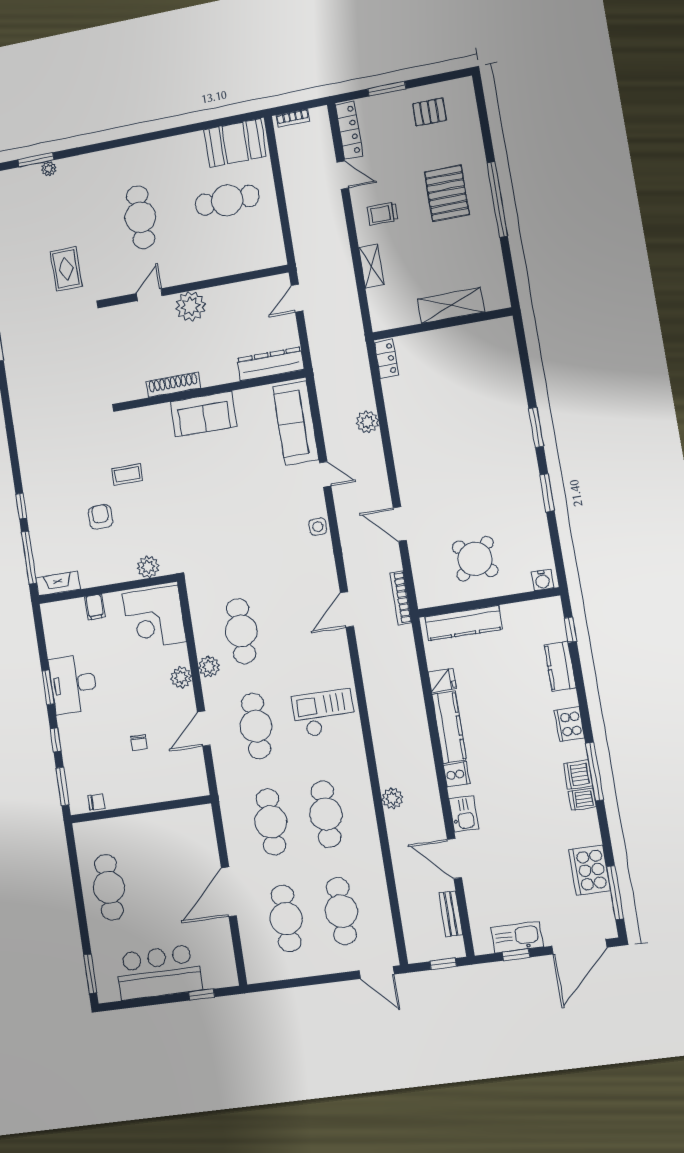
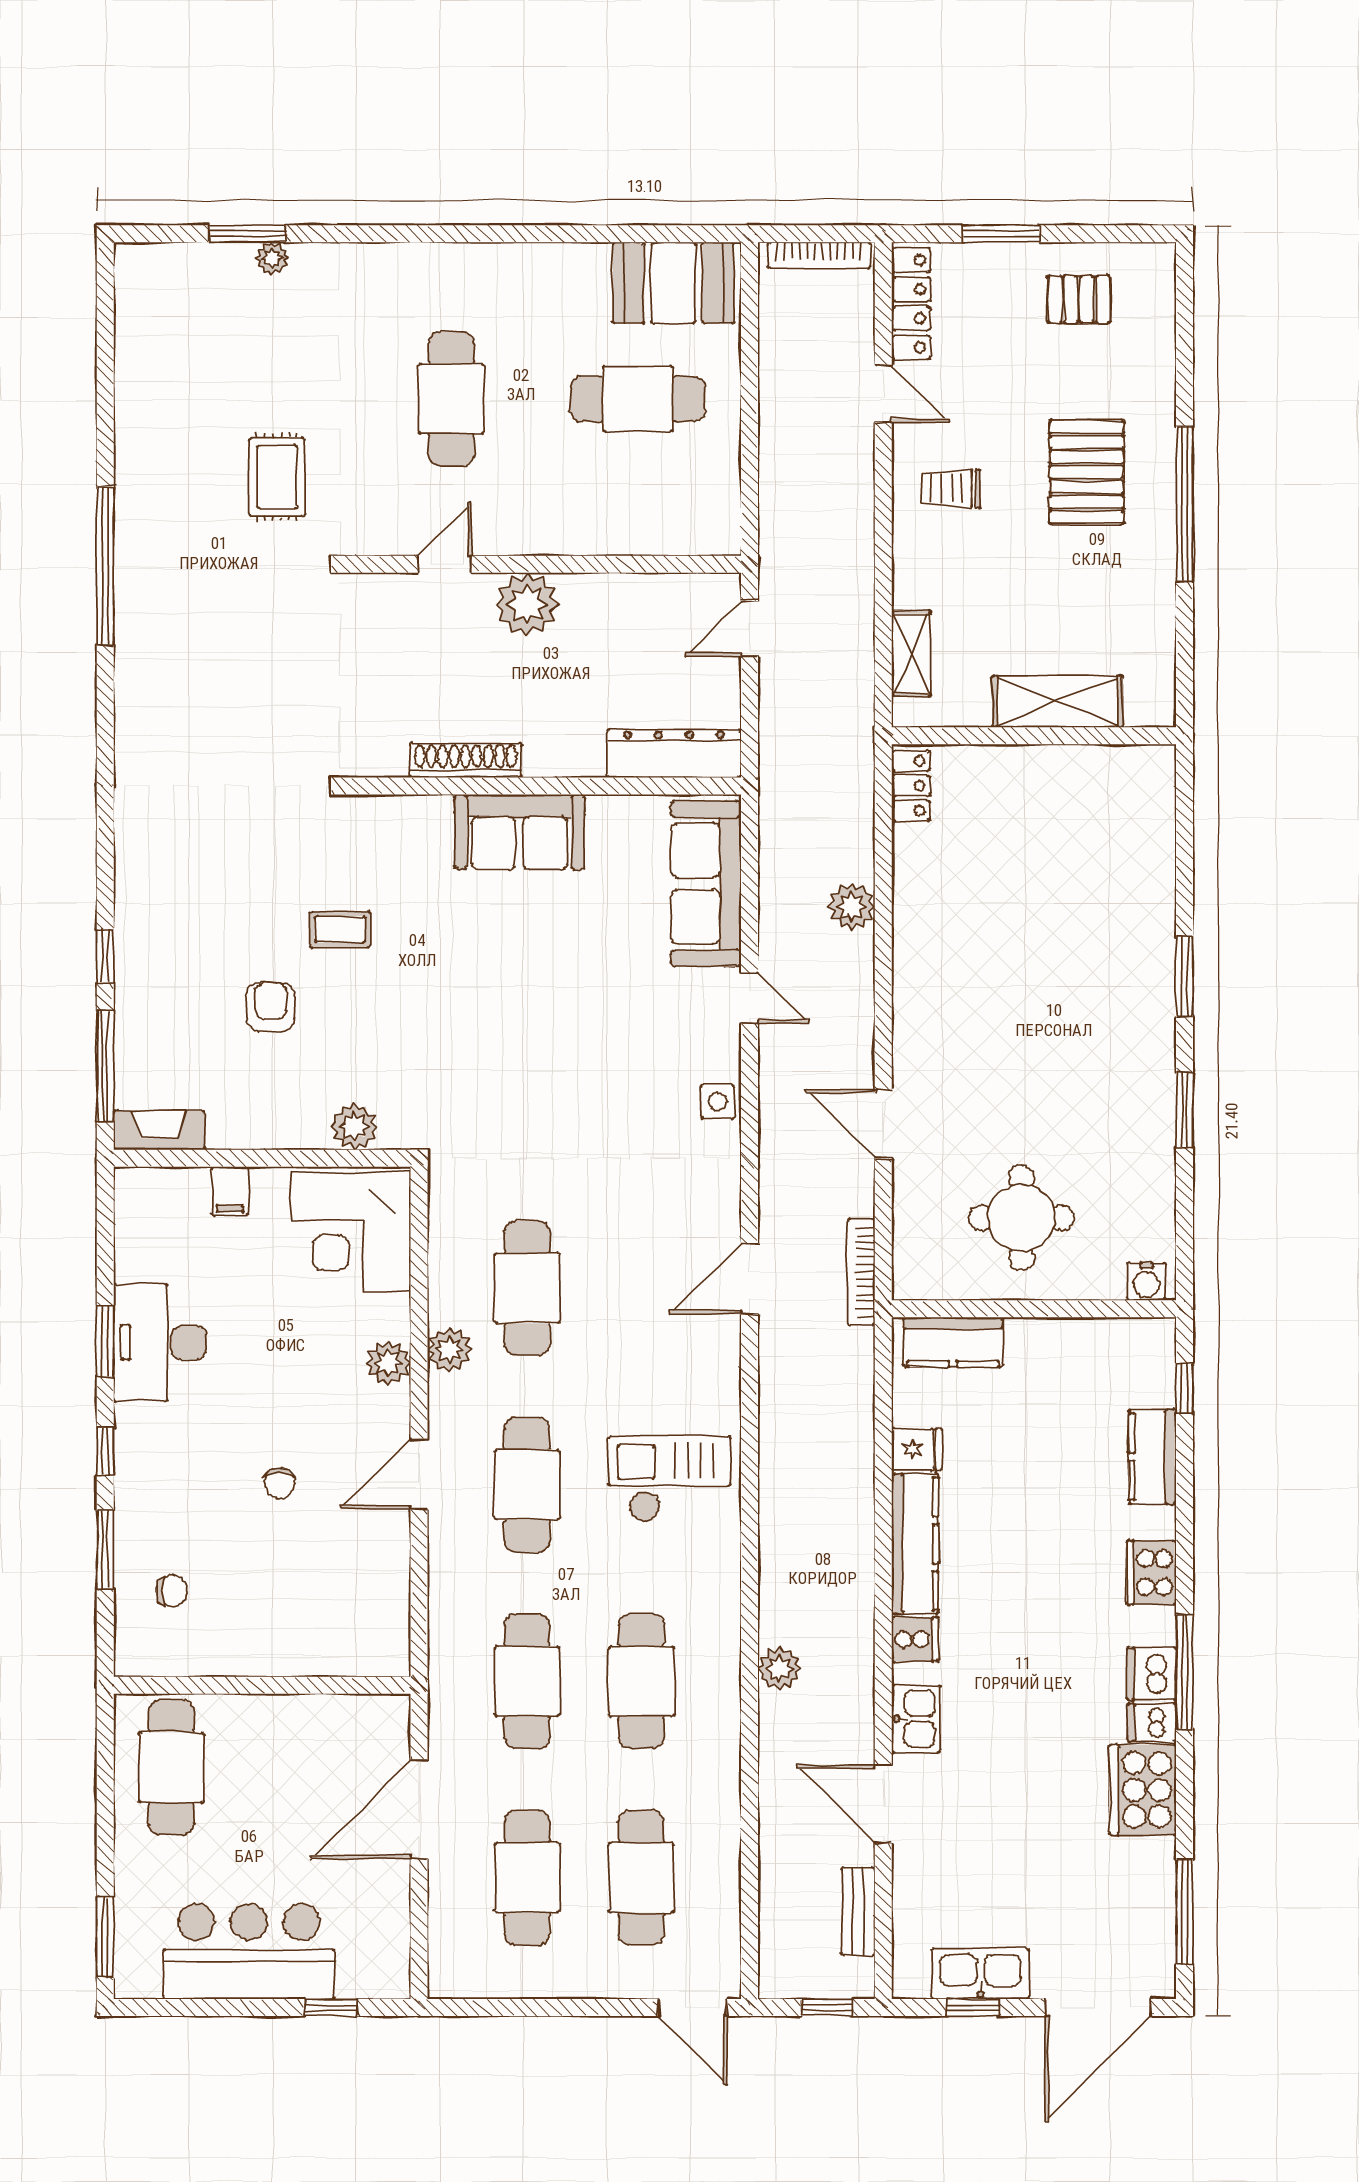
bookcase: (293, 118) -> (819, 255), width x1.56
shelving: (371, 266) -> (911, 653), moved
round table: (475, 559) -> (1022, 1218), turned 45
kitchen counter: (464, 623) -> (953, 1342), width x0.67
wall: (141, 809) -> (262, 1685), moved
cooker: (590, 870) -> (1143, 1790), moved

